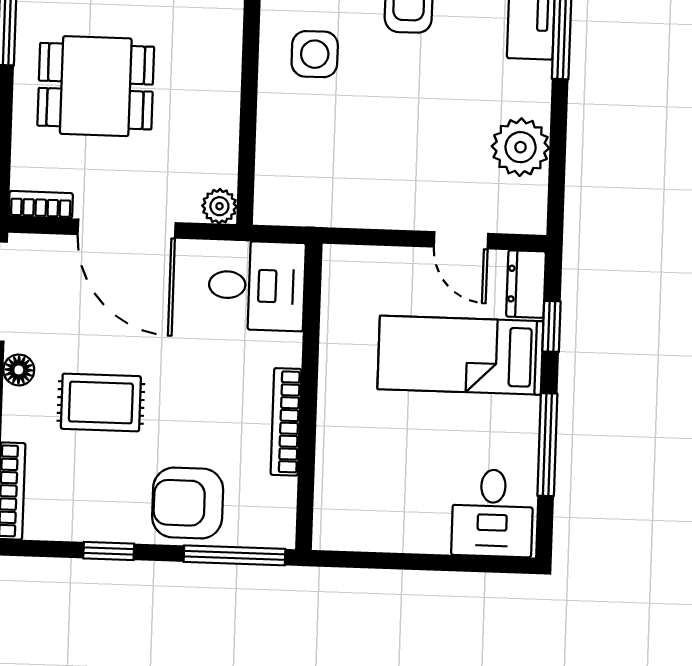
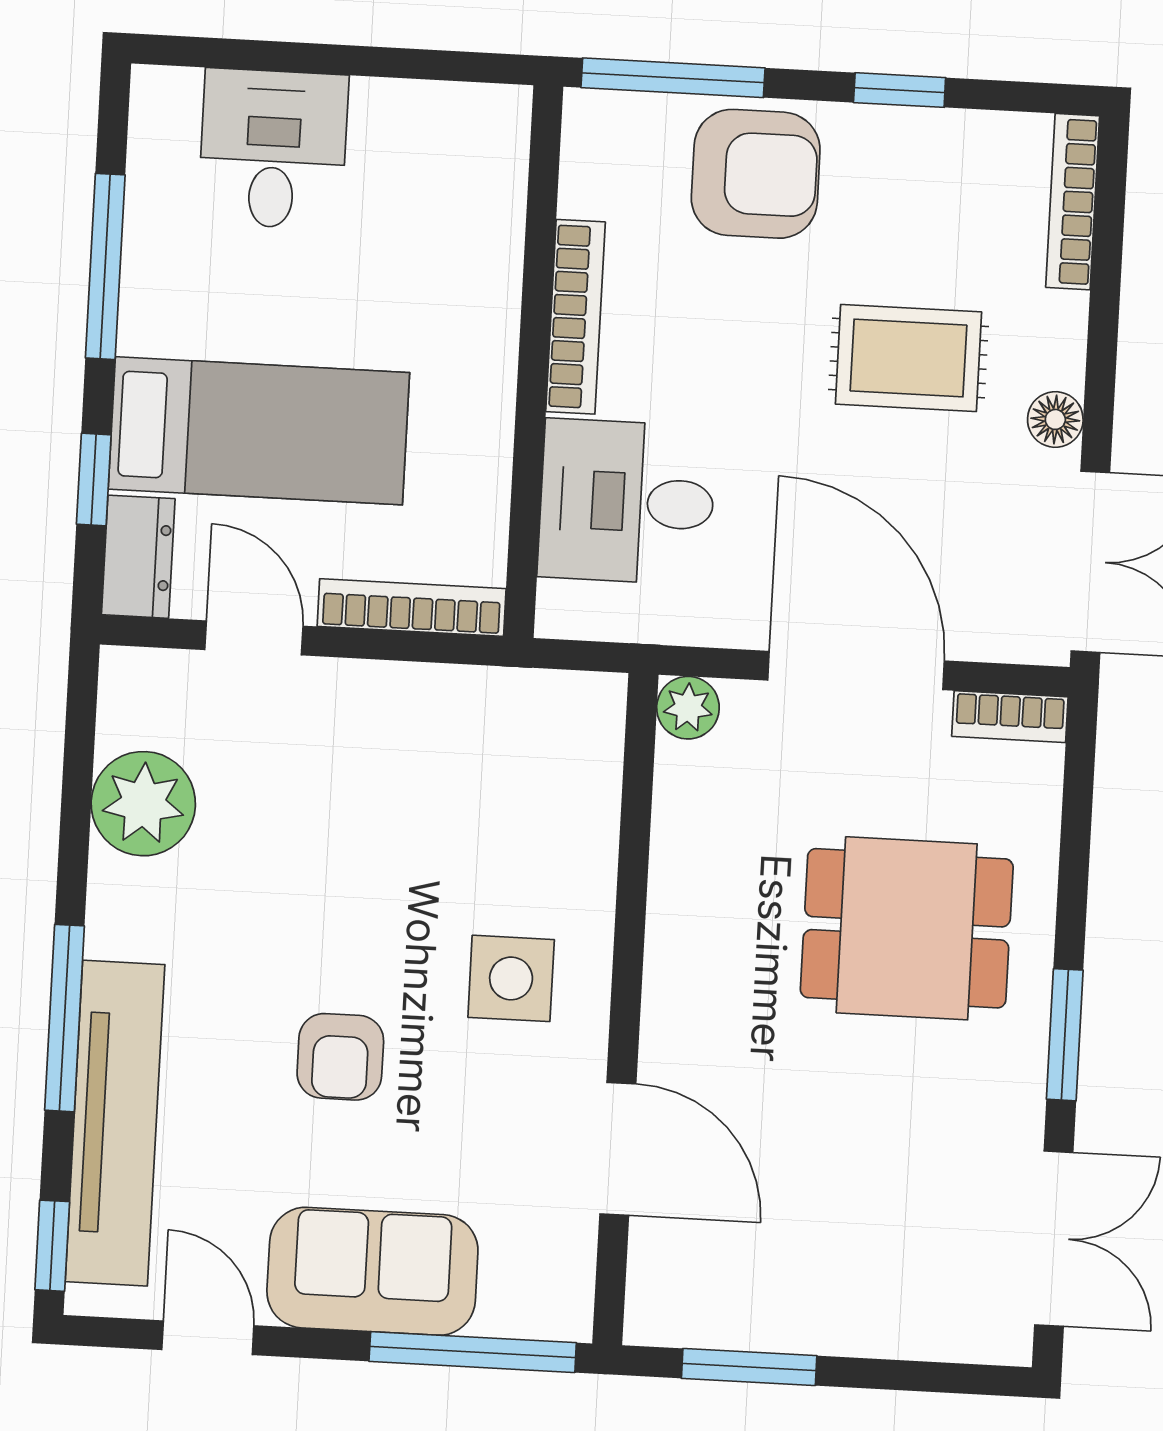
bookcase: (374, 259) -> (412, 608), added
desk: (257, 286) -> (627, 502), moved
desk: (492, 513) -> (273, 149), moved

